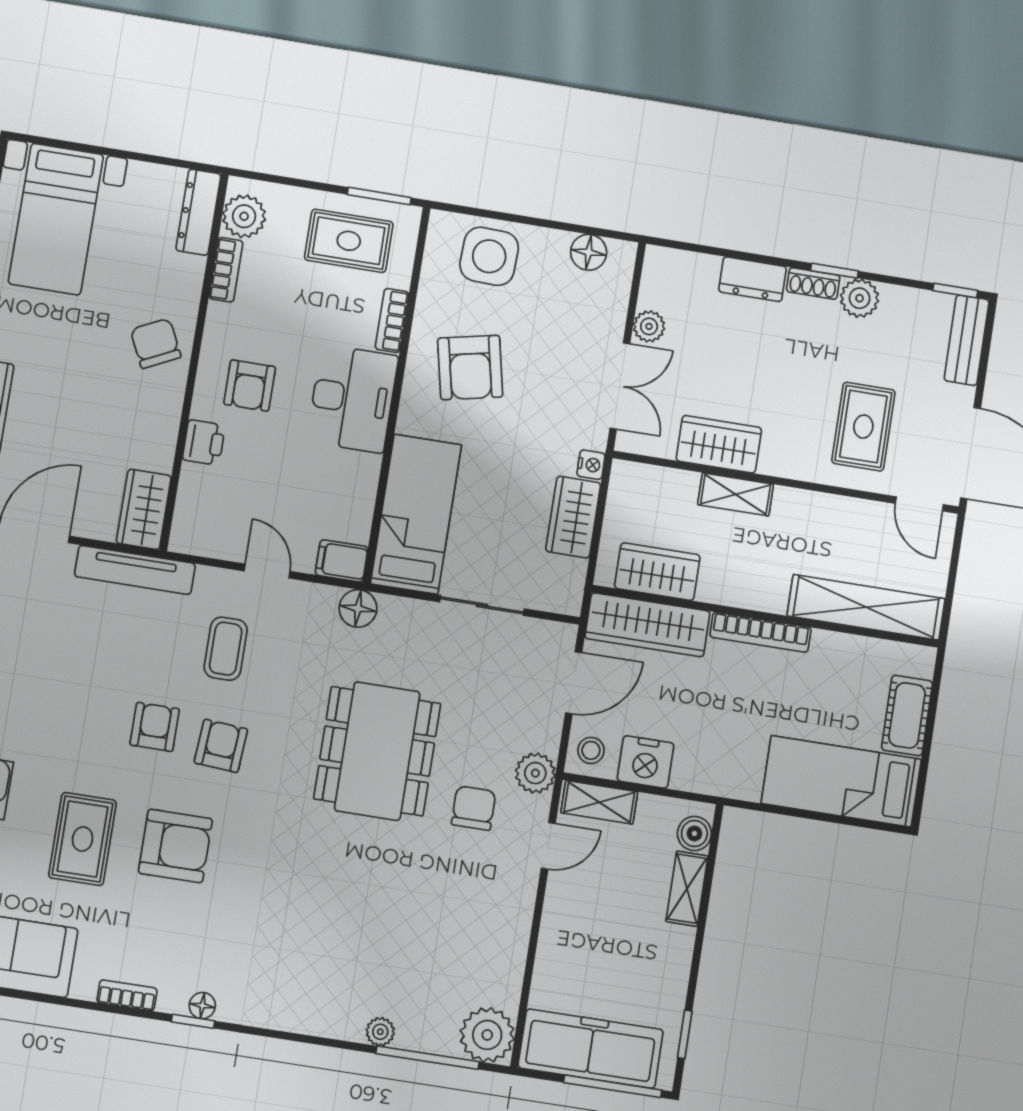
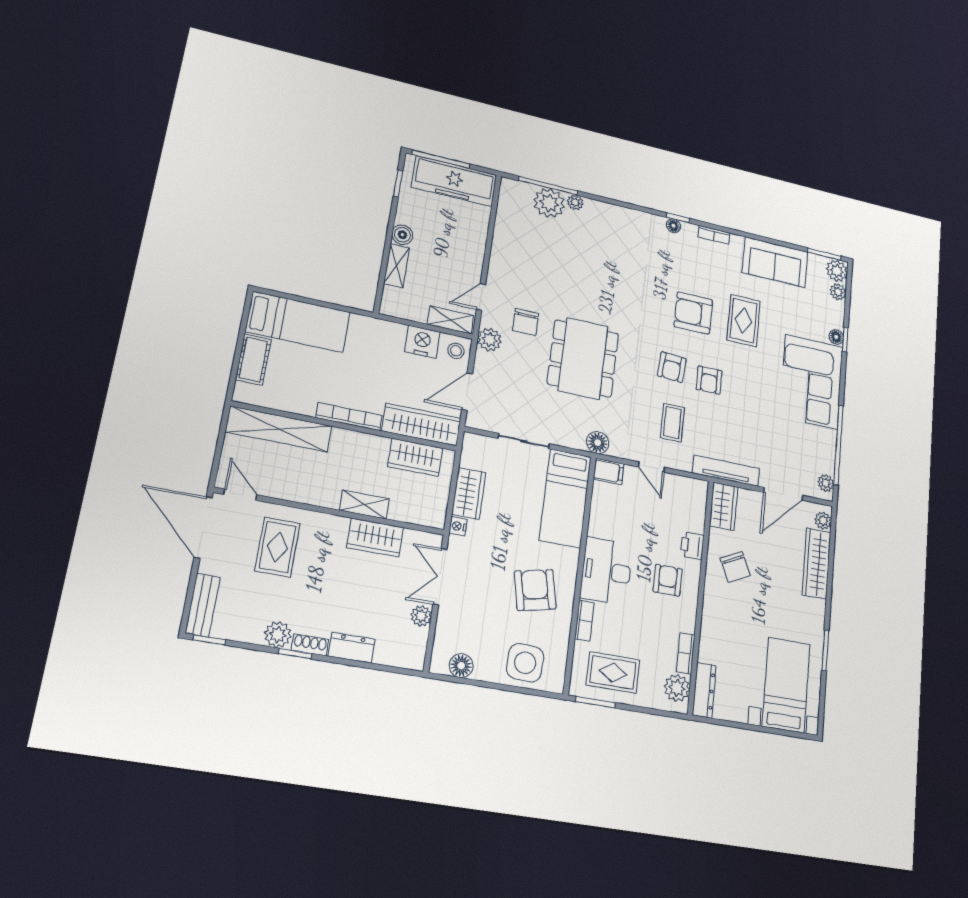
chair: (156, 343) -> (735, 567), moved
boiler: (694, 833) -> (402, 235), moved
plant: (487, 1035) -> (549, 203), moved

